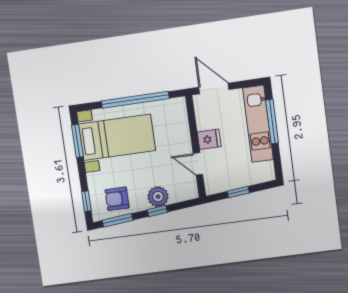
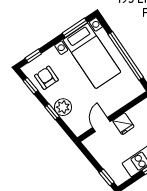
window: (238, 192) -> (107, 177), moved
window: (118, 220) -> (31, 86), width x0.67

